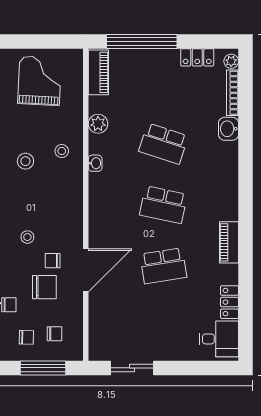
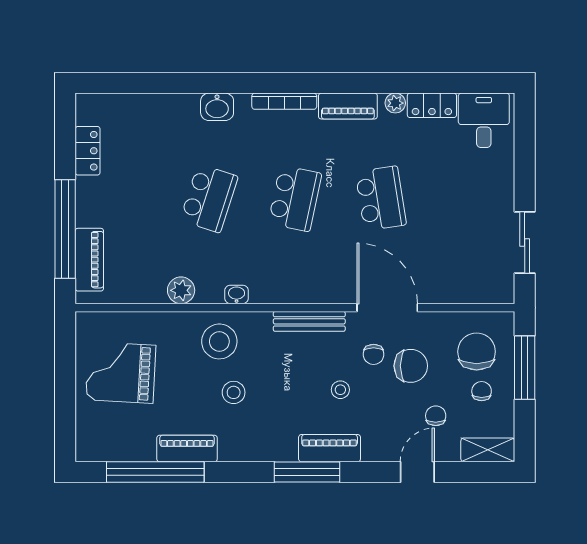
plant: (231, 61) -> (395, 103), moved
piano: (98, 72) -> (89, 260), moved, turned 90
bookcase: (232, 93) -> (284, 101), moved
washbasin: (228, 129) -> (217, 107), moved
stool: (62, 151) -> (219, 341), width x1.89, depth x1.89
bench: (76, 215) -> (309, 321), added
chair: (44, 287) -> (411, 366), turned 90
chair: (55, 334) -> (477, 352), width x1.87, depth x1.87

